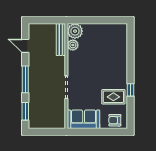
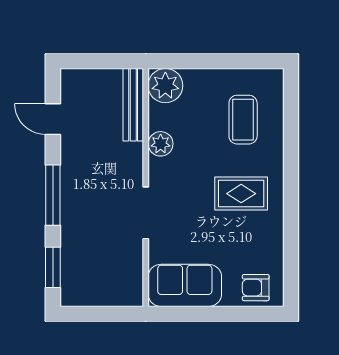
plant: (73, 45) -> (161, 144), moved
coffee table: (109, 46) -> (243, 120), added
window: (130, 90) -> (291, 219), removed
rug: (113, 97) -> (241, 194), moved

